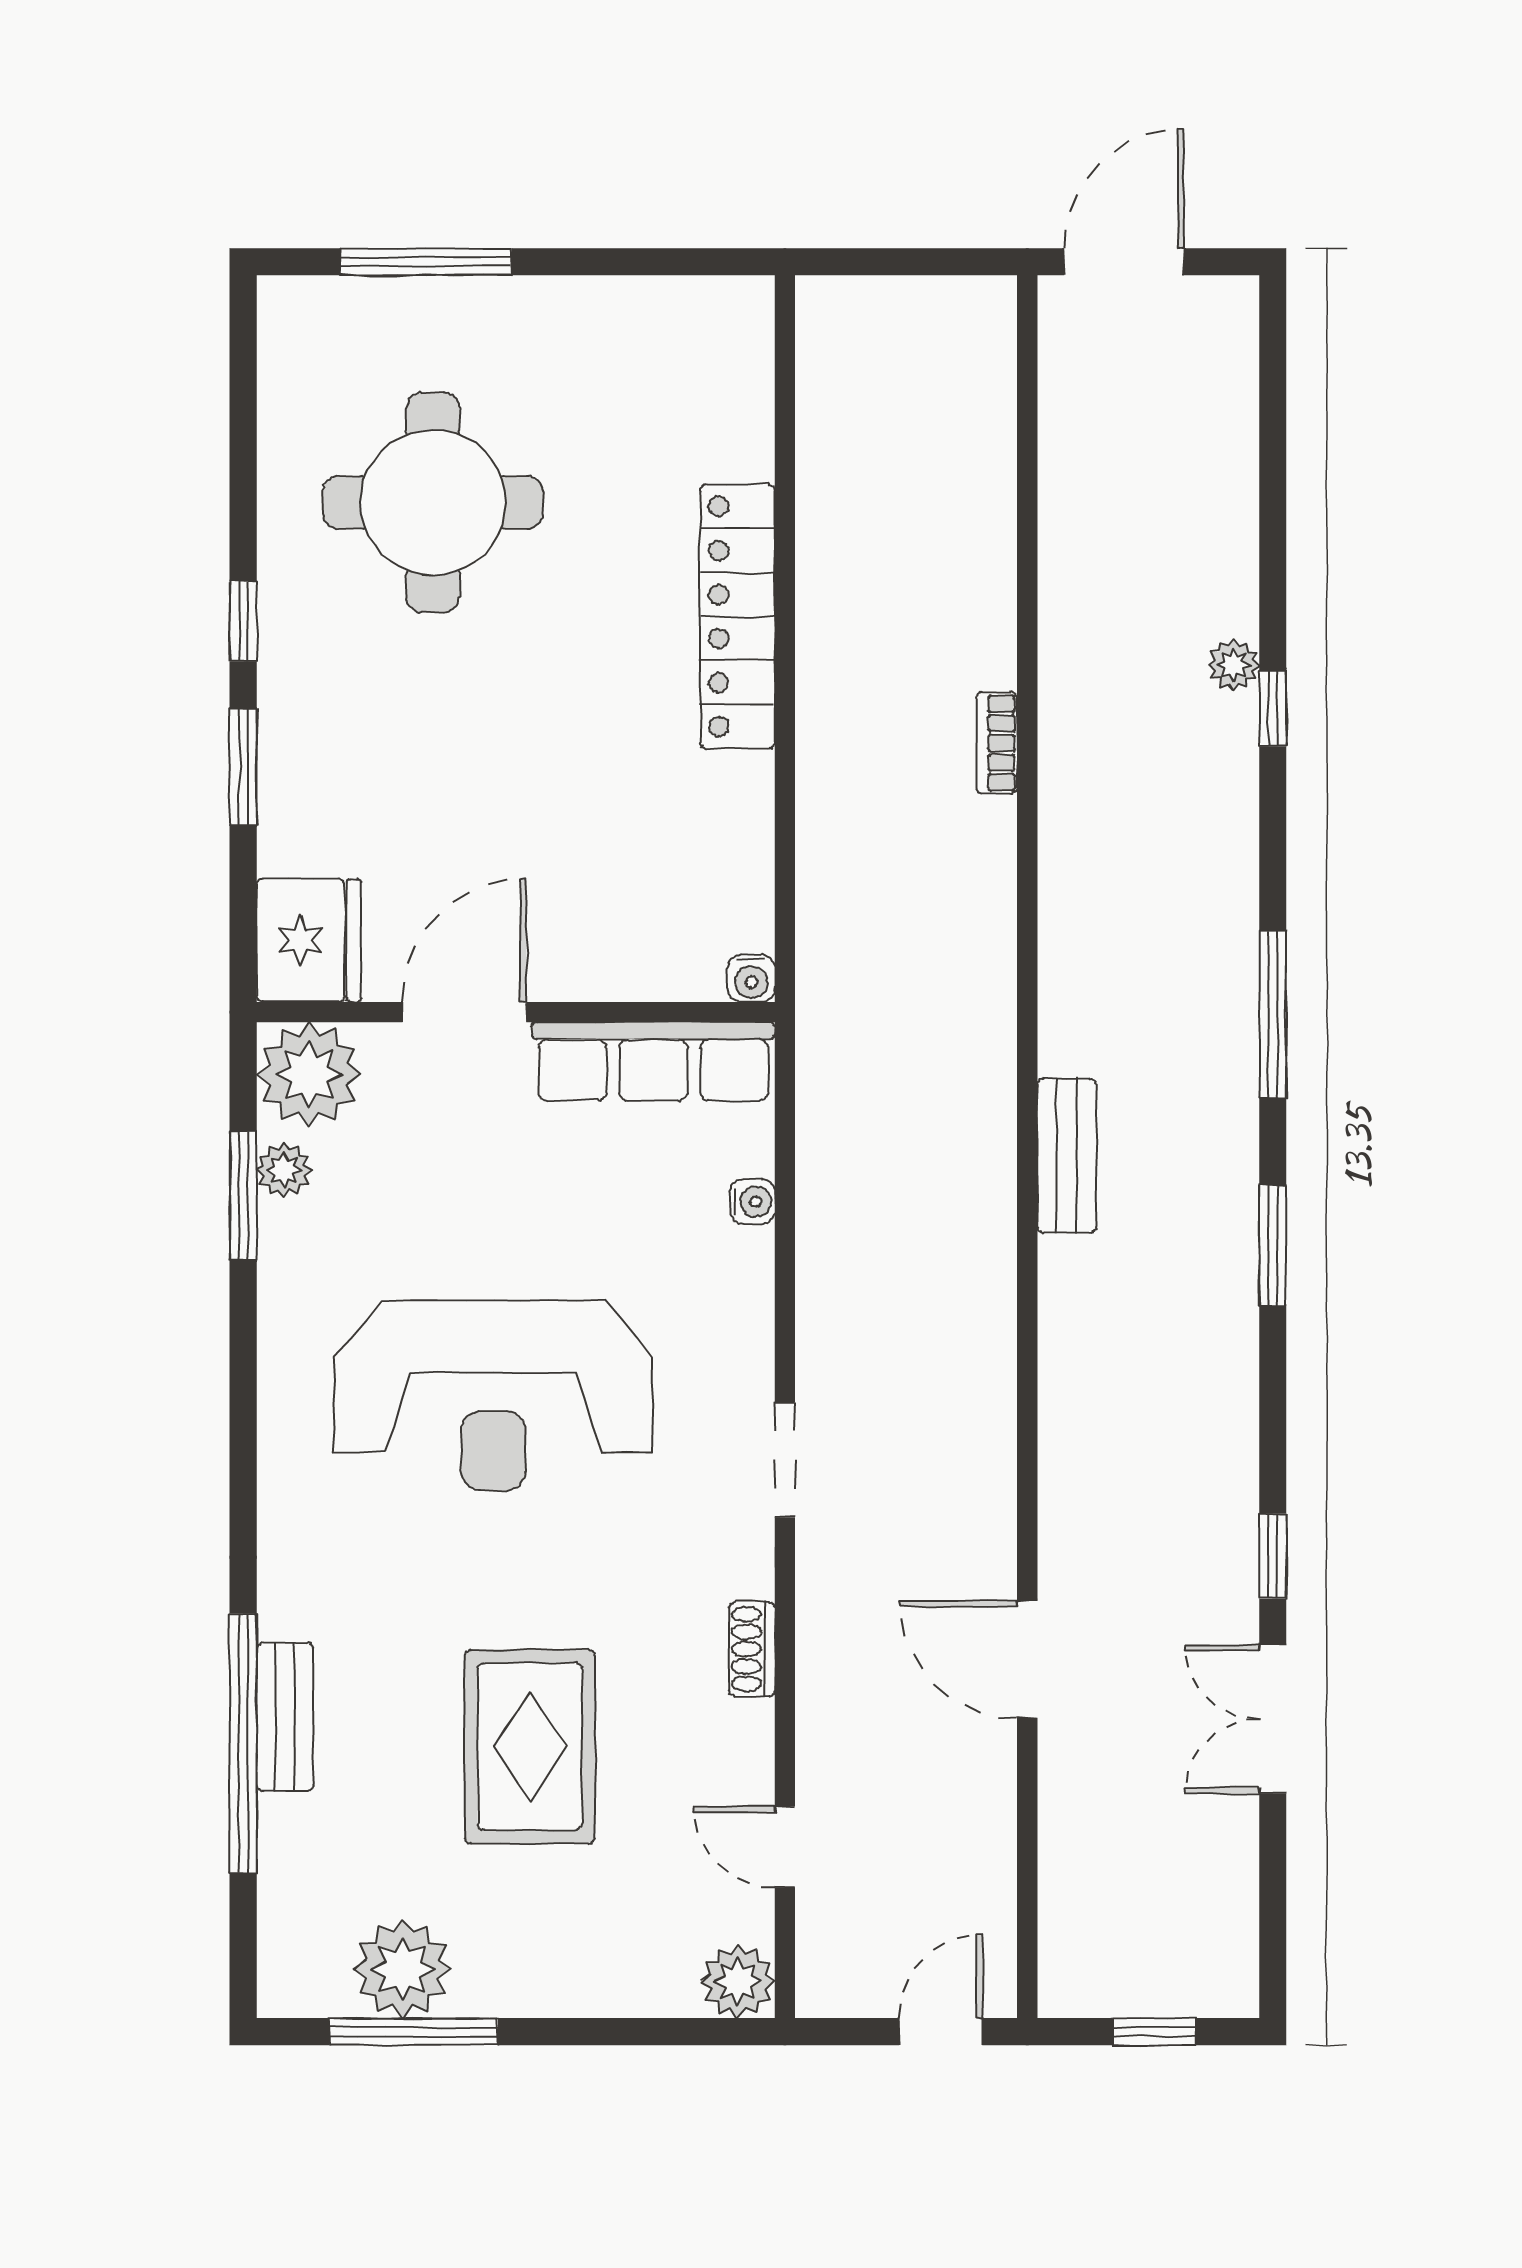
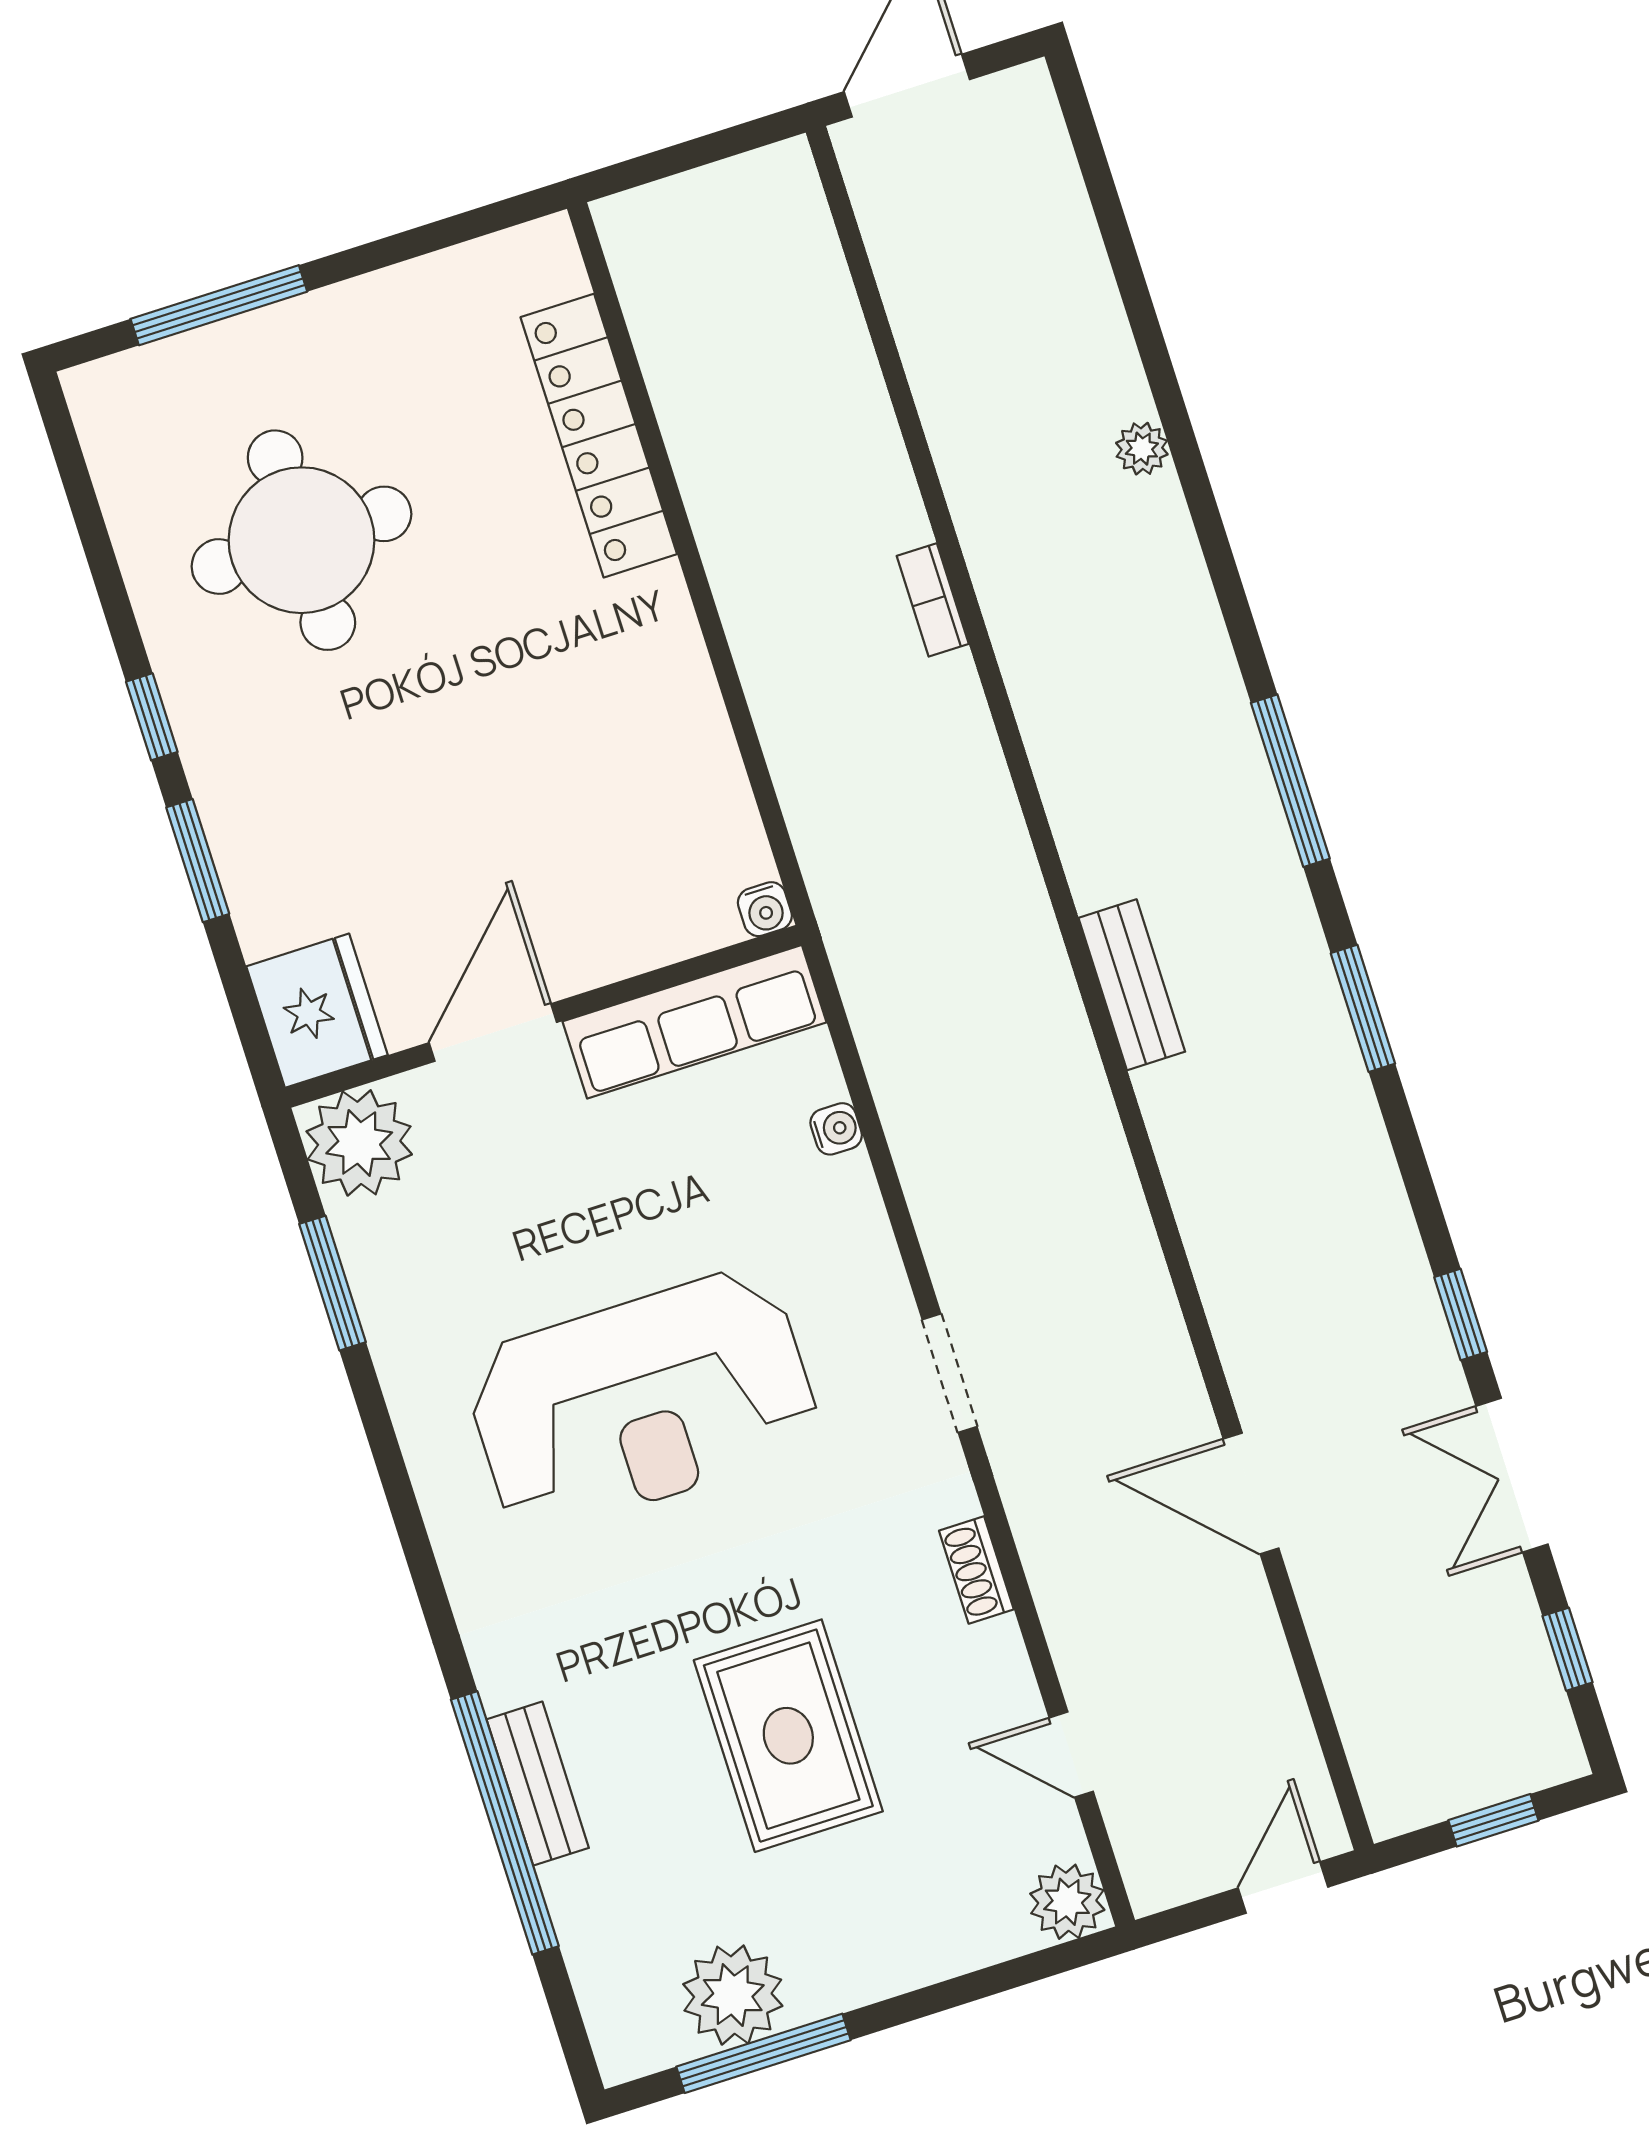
locker: (737, 617) -> (599, 436), moved
window: (1273, 708) -> (1567, 1649), moved
plant: (284, 1170) -> (365, 1245), removed

